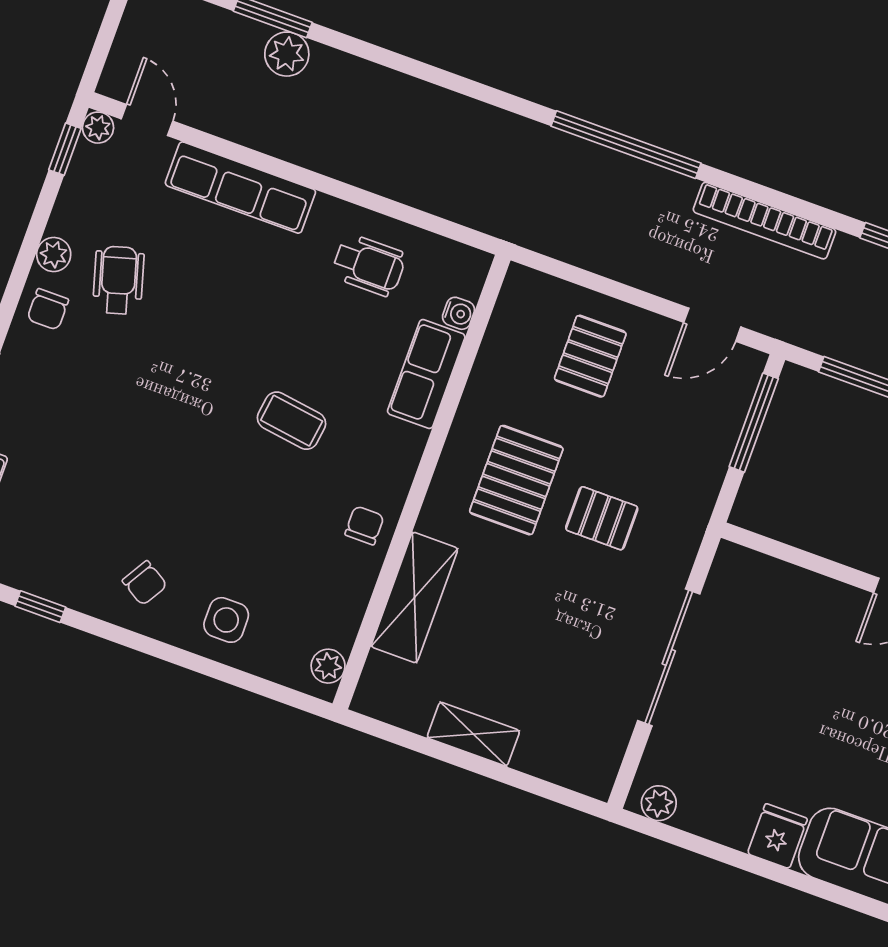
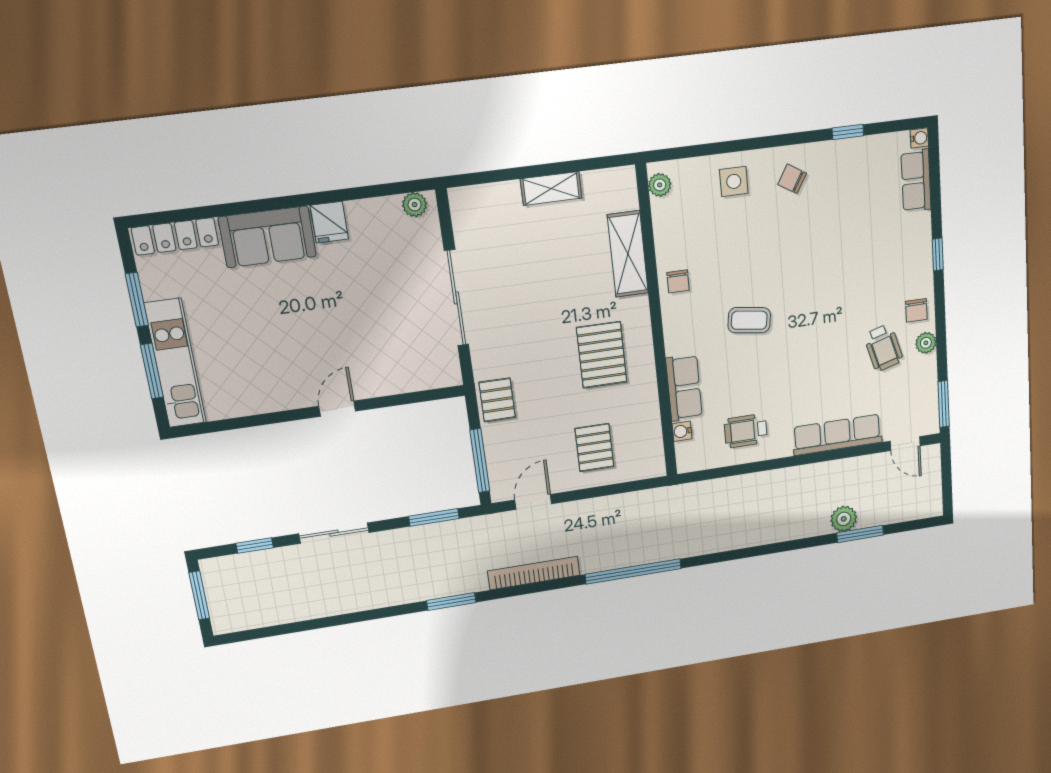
plant: (98, 128) -> (930, 425), removed
window: (65, 149) -> (944, 404), width x1.50
chair: (48, 309) -> (916, 310), turned 180
pallet: (602, 518) -> (497, 400), moved, turned 90

